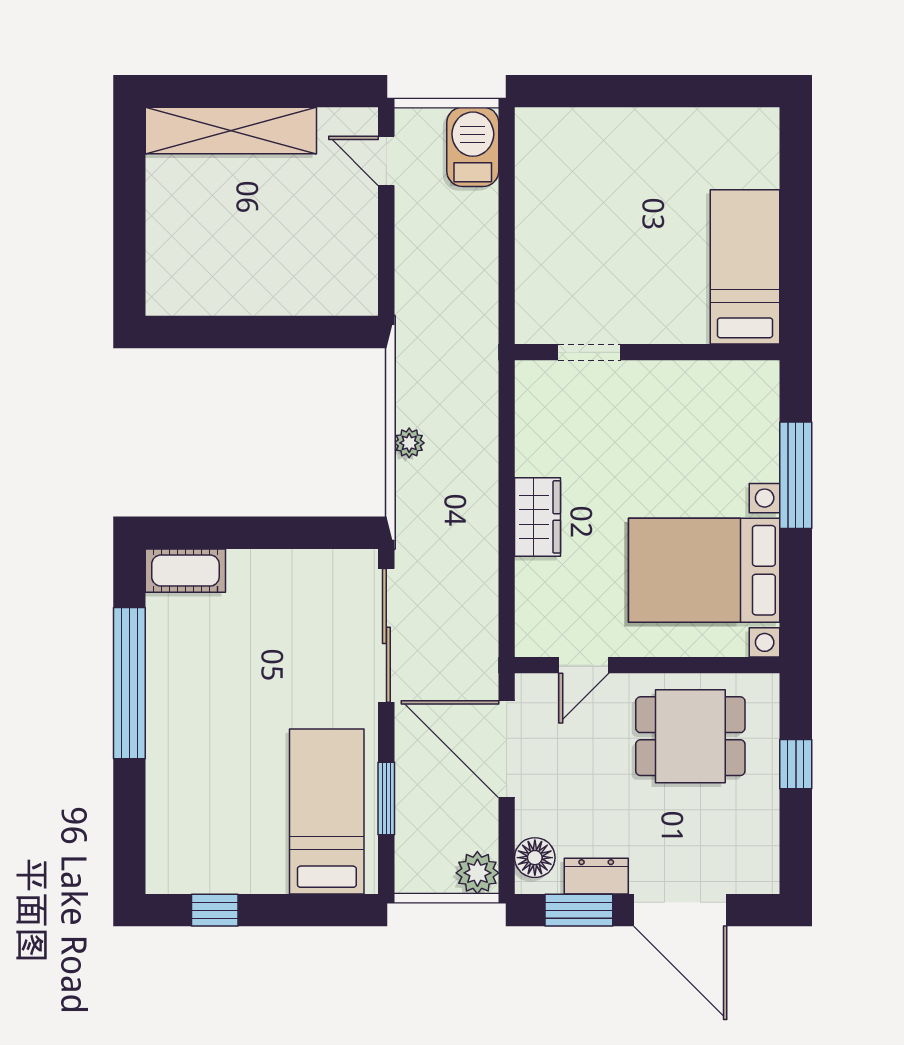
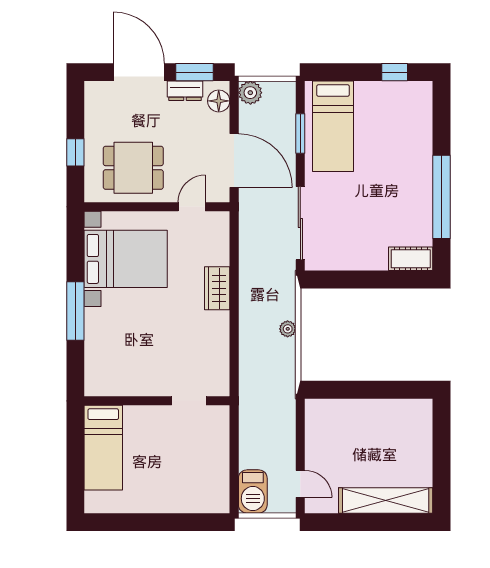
bed: (745, 267) -> (103, 448), moved
doorway: (589, 352) -> (189, 401), moved
wall: (647, 352) -> (157, 401), moved

